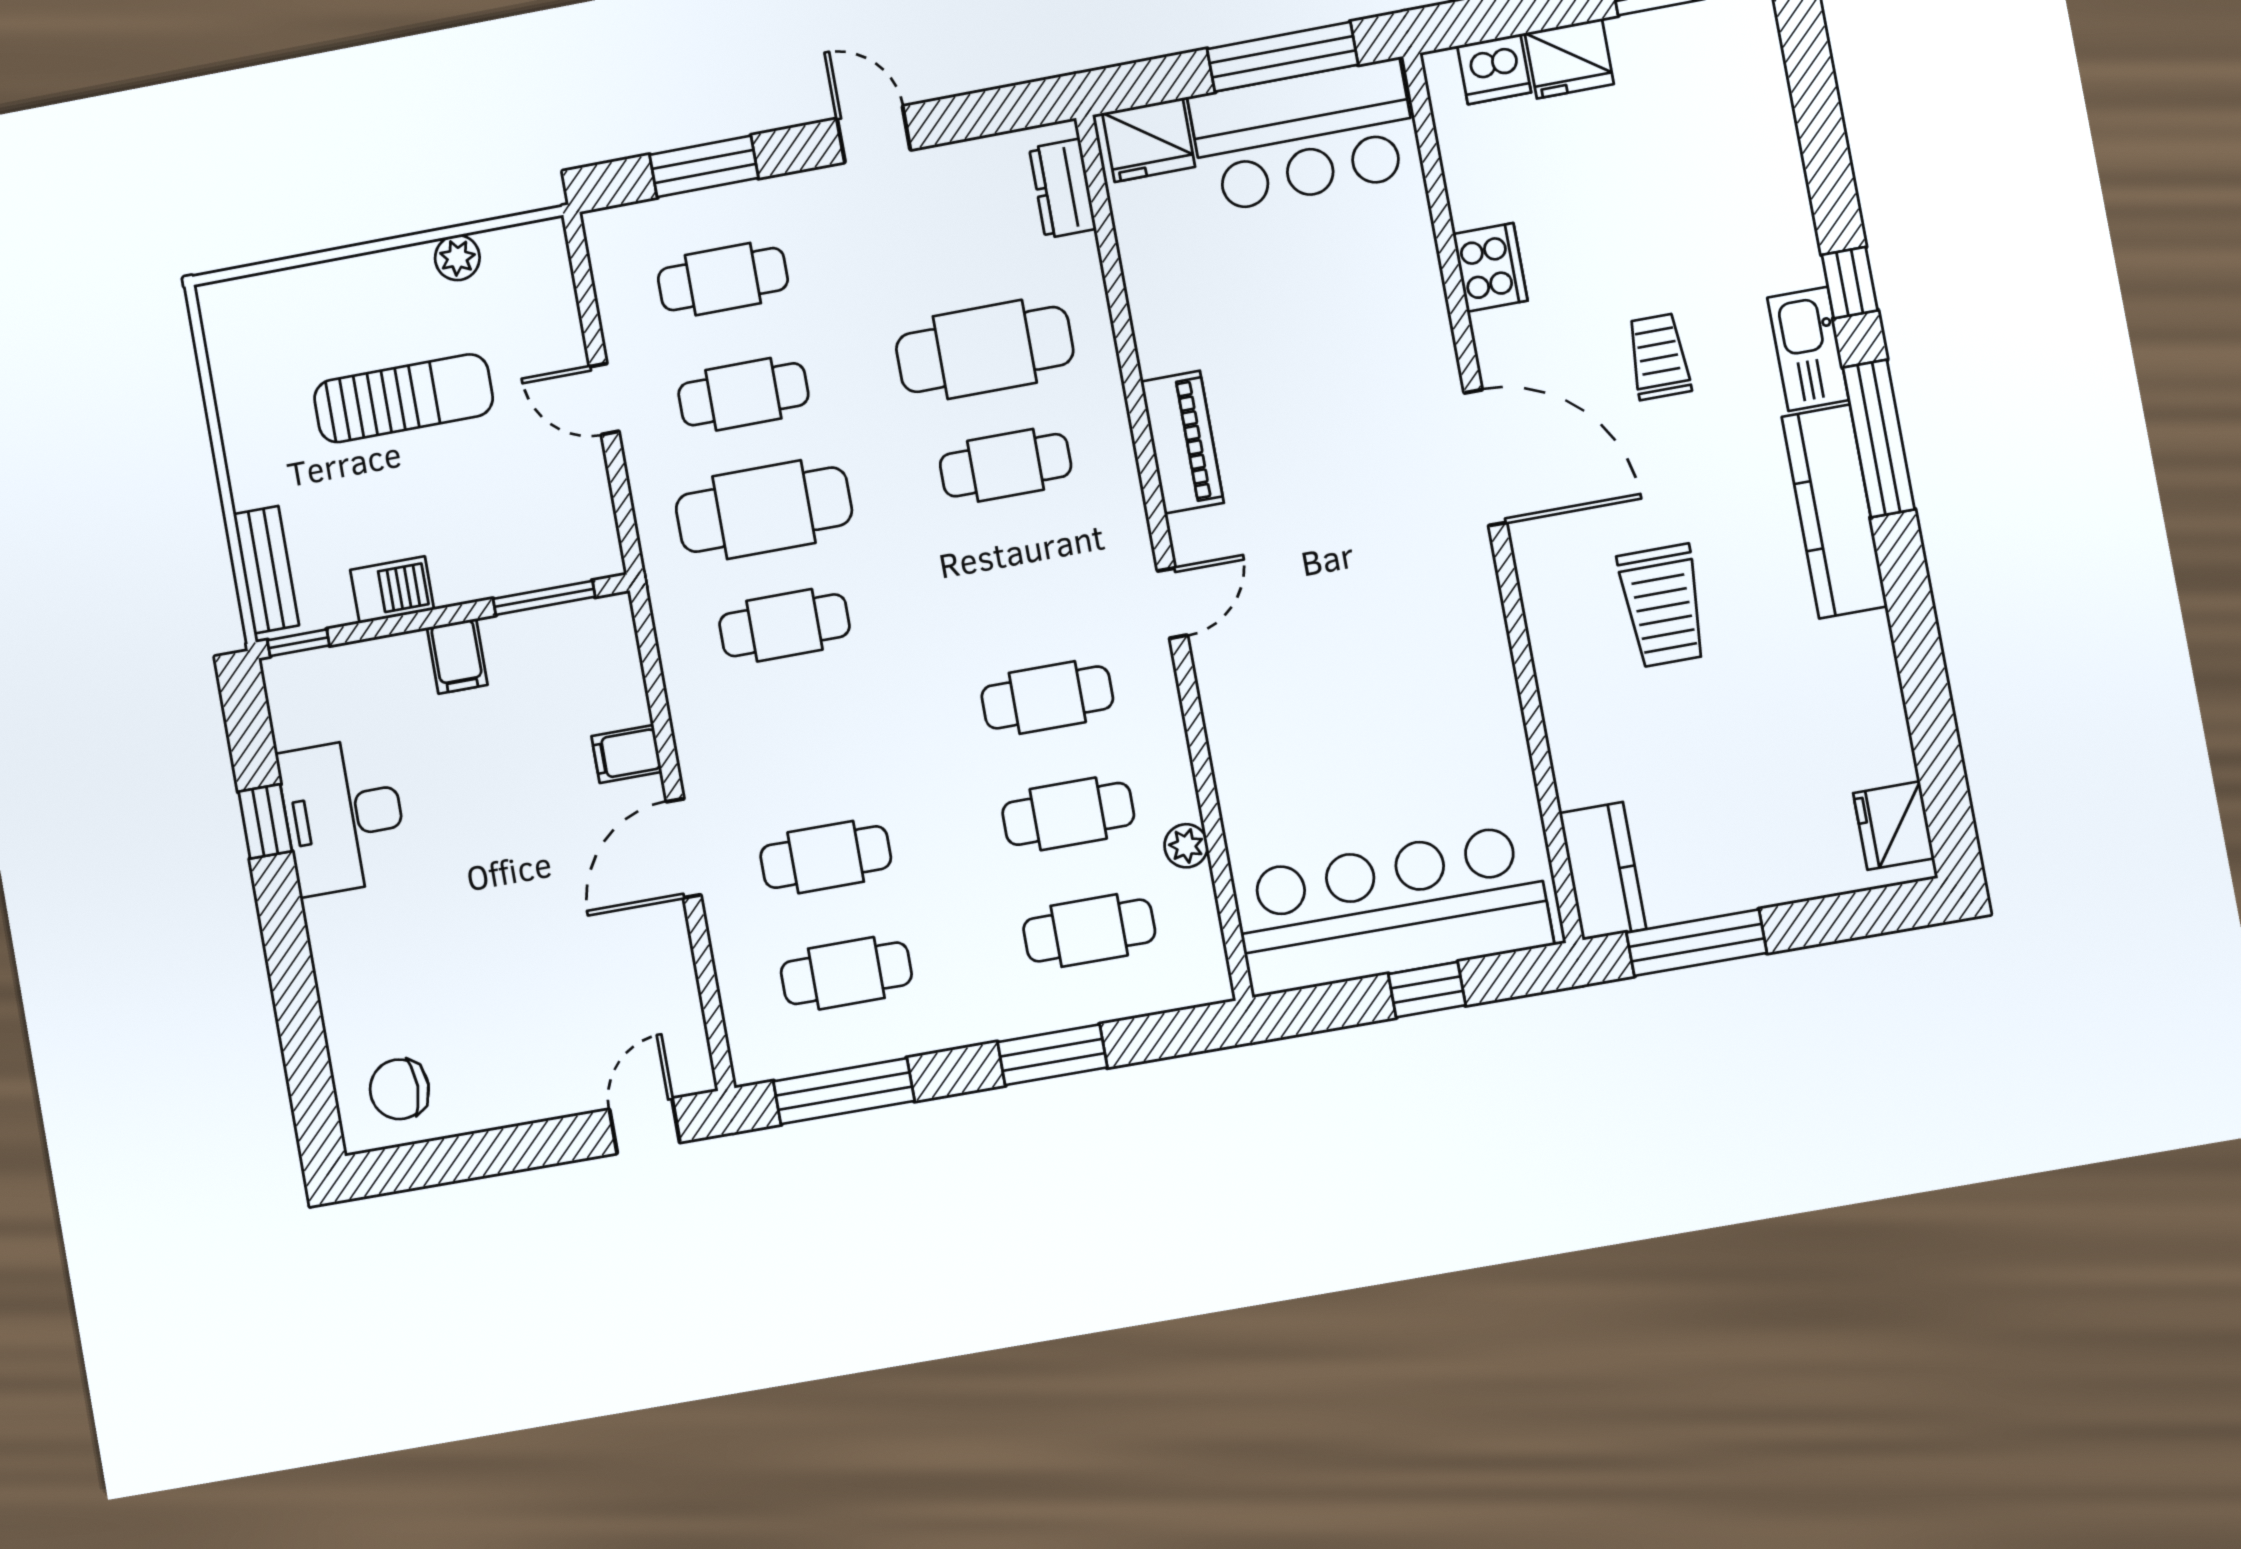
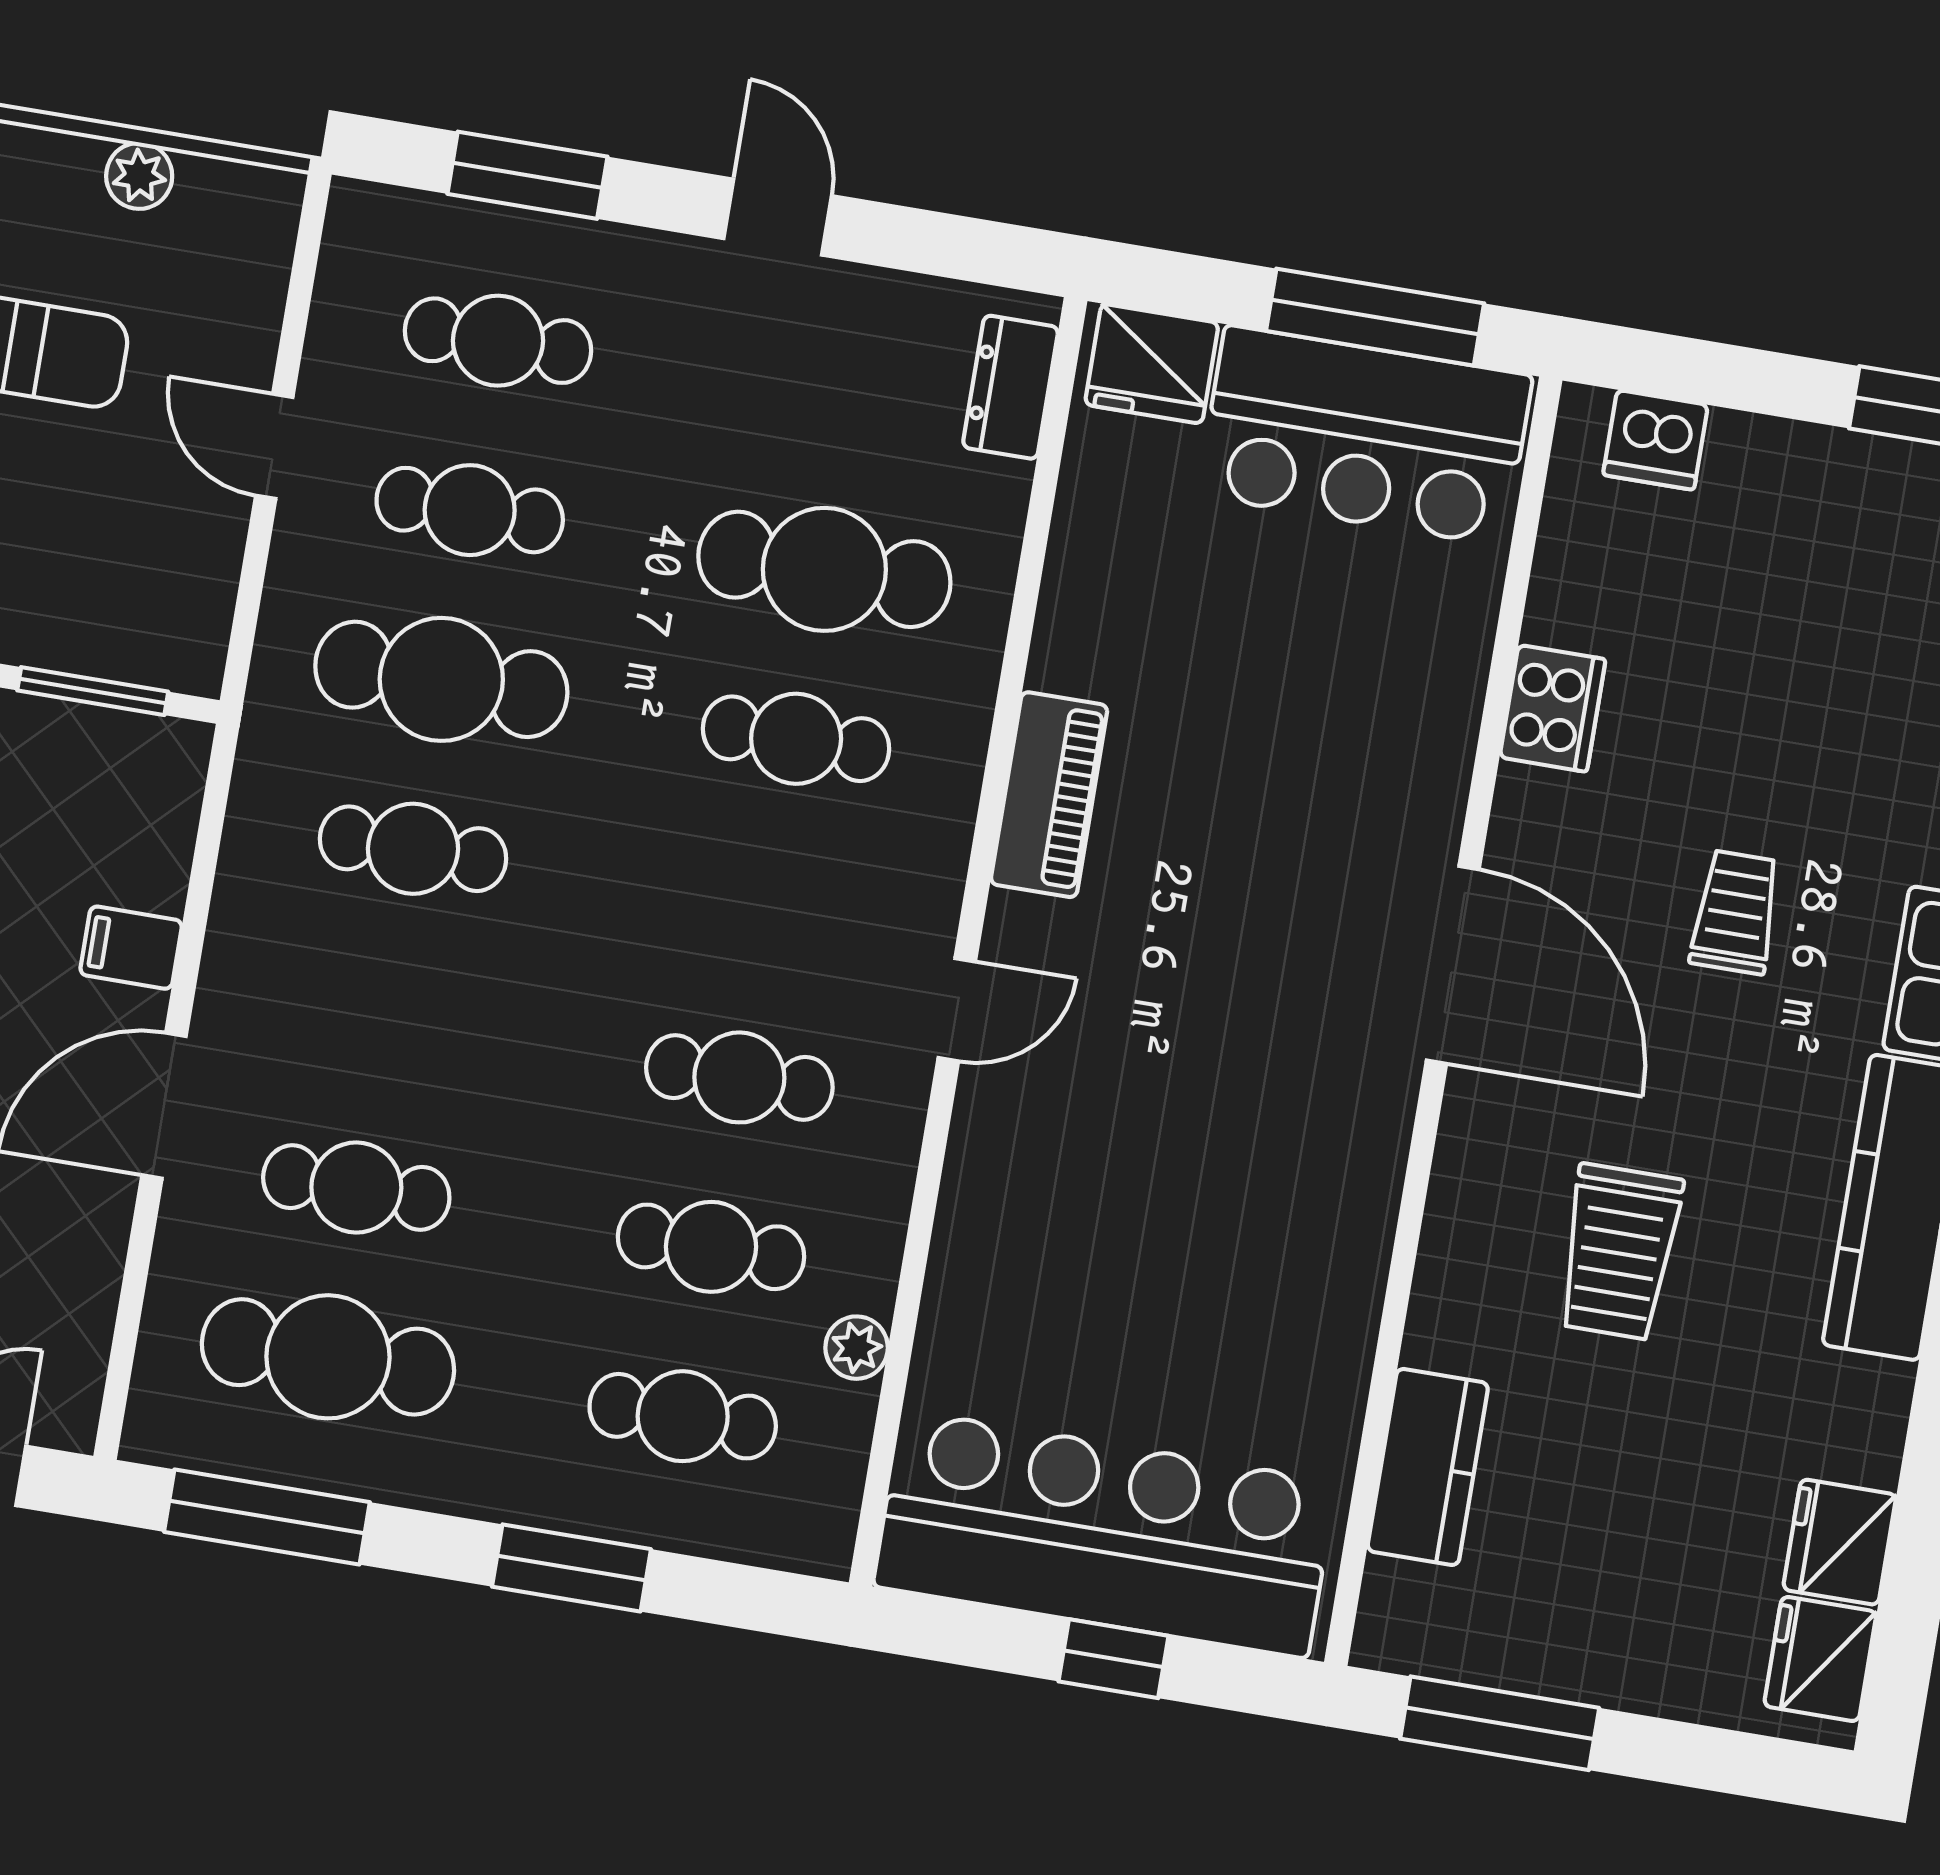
fridge: (1569, 59) -> (1840, 1542), moved, turned 90
kitchen counter: (1603, 871) -> (1428, 1467), moved
cafe table: (846, 973) -> (328, 1357), width x1.37, depth x1.35

